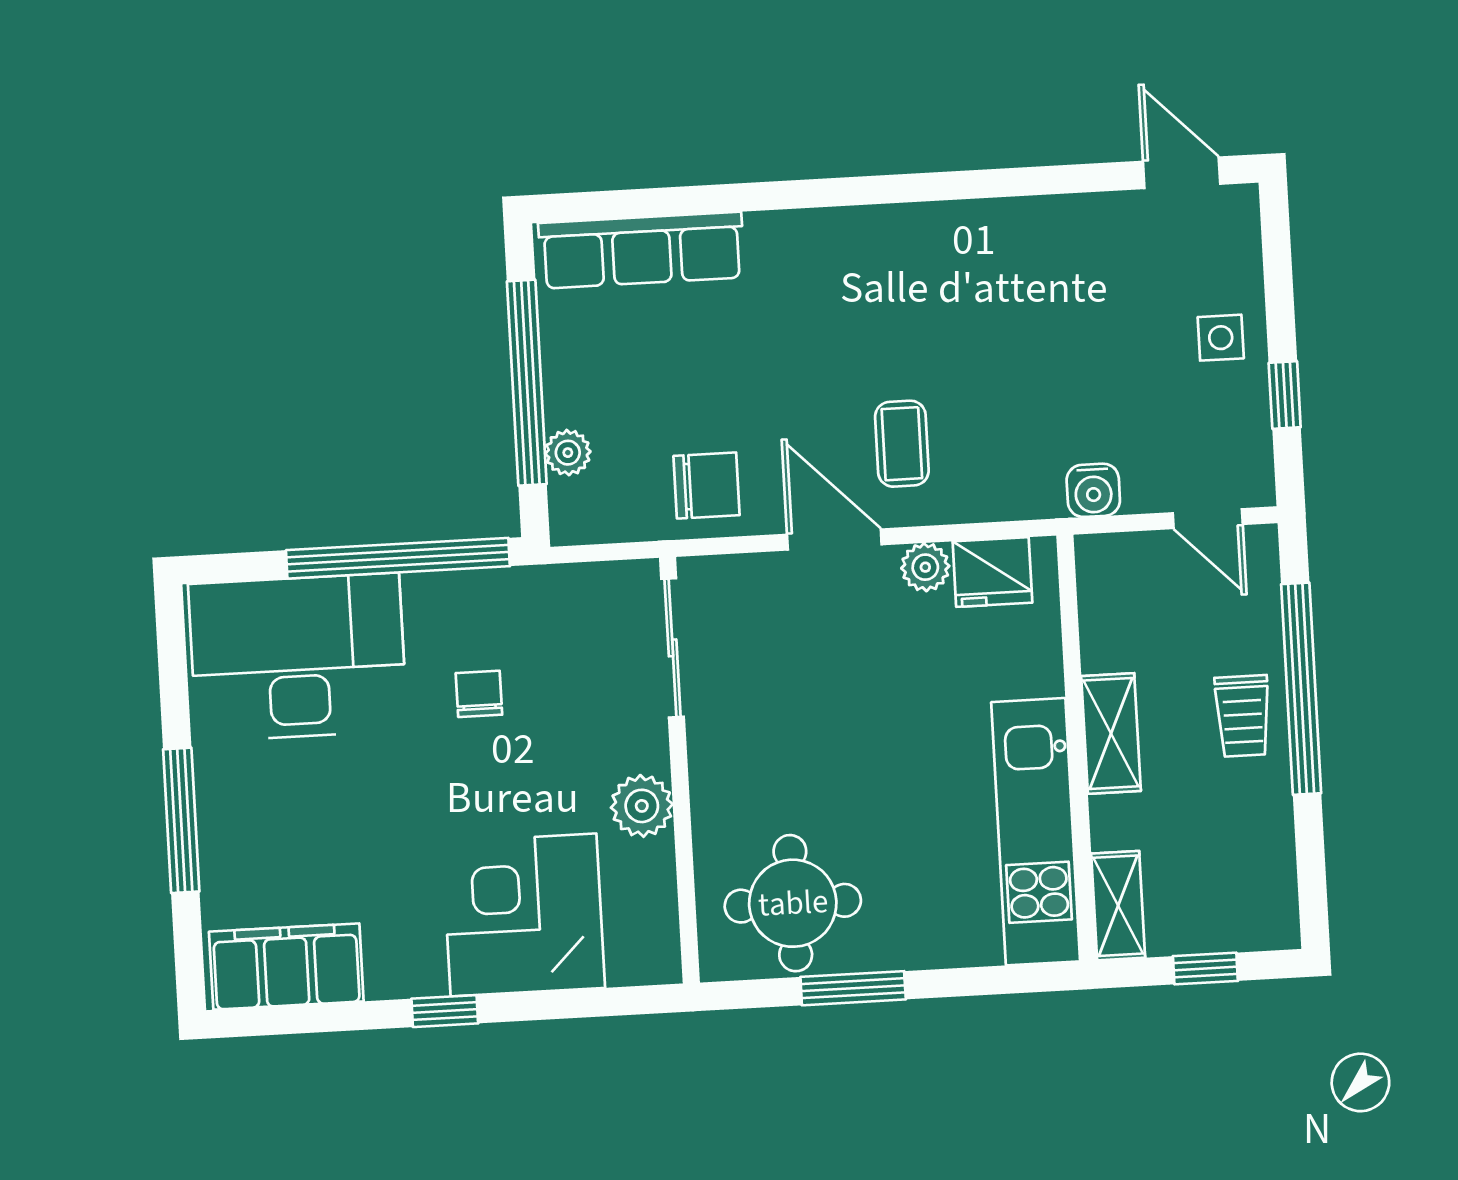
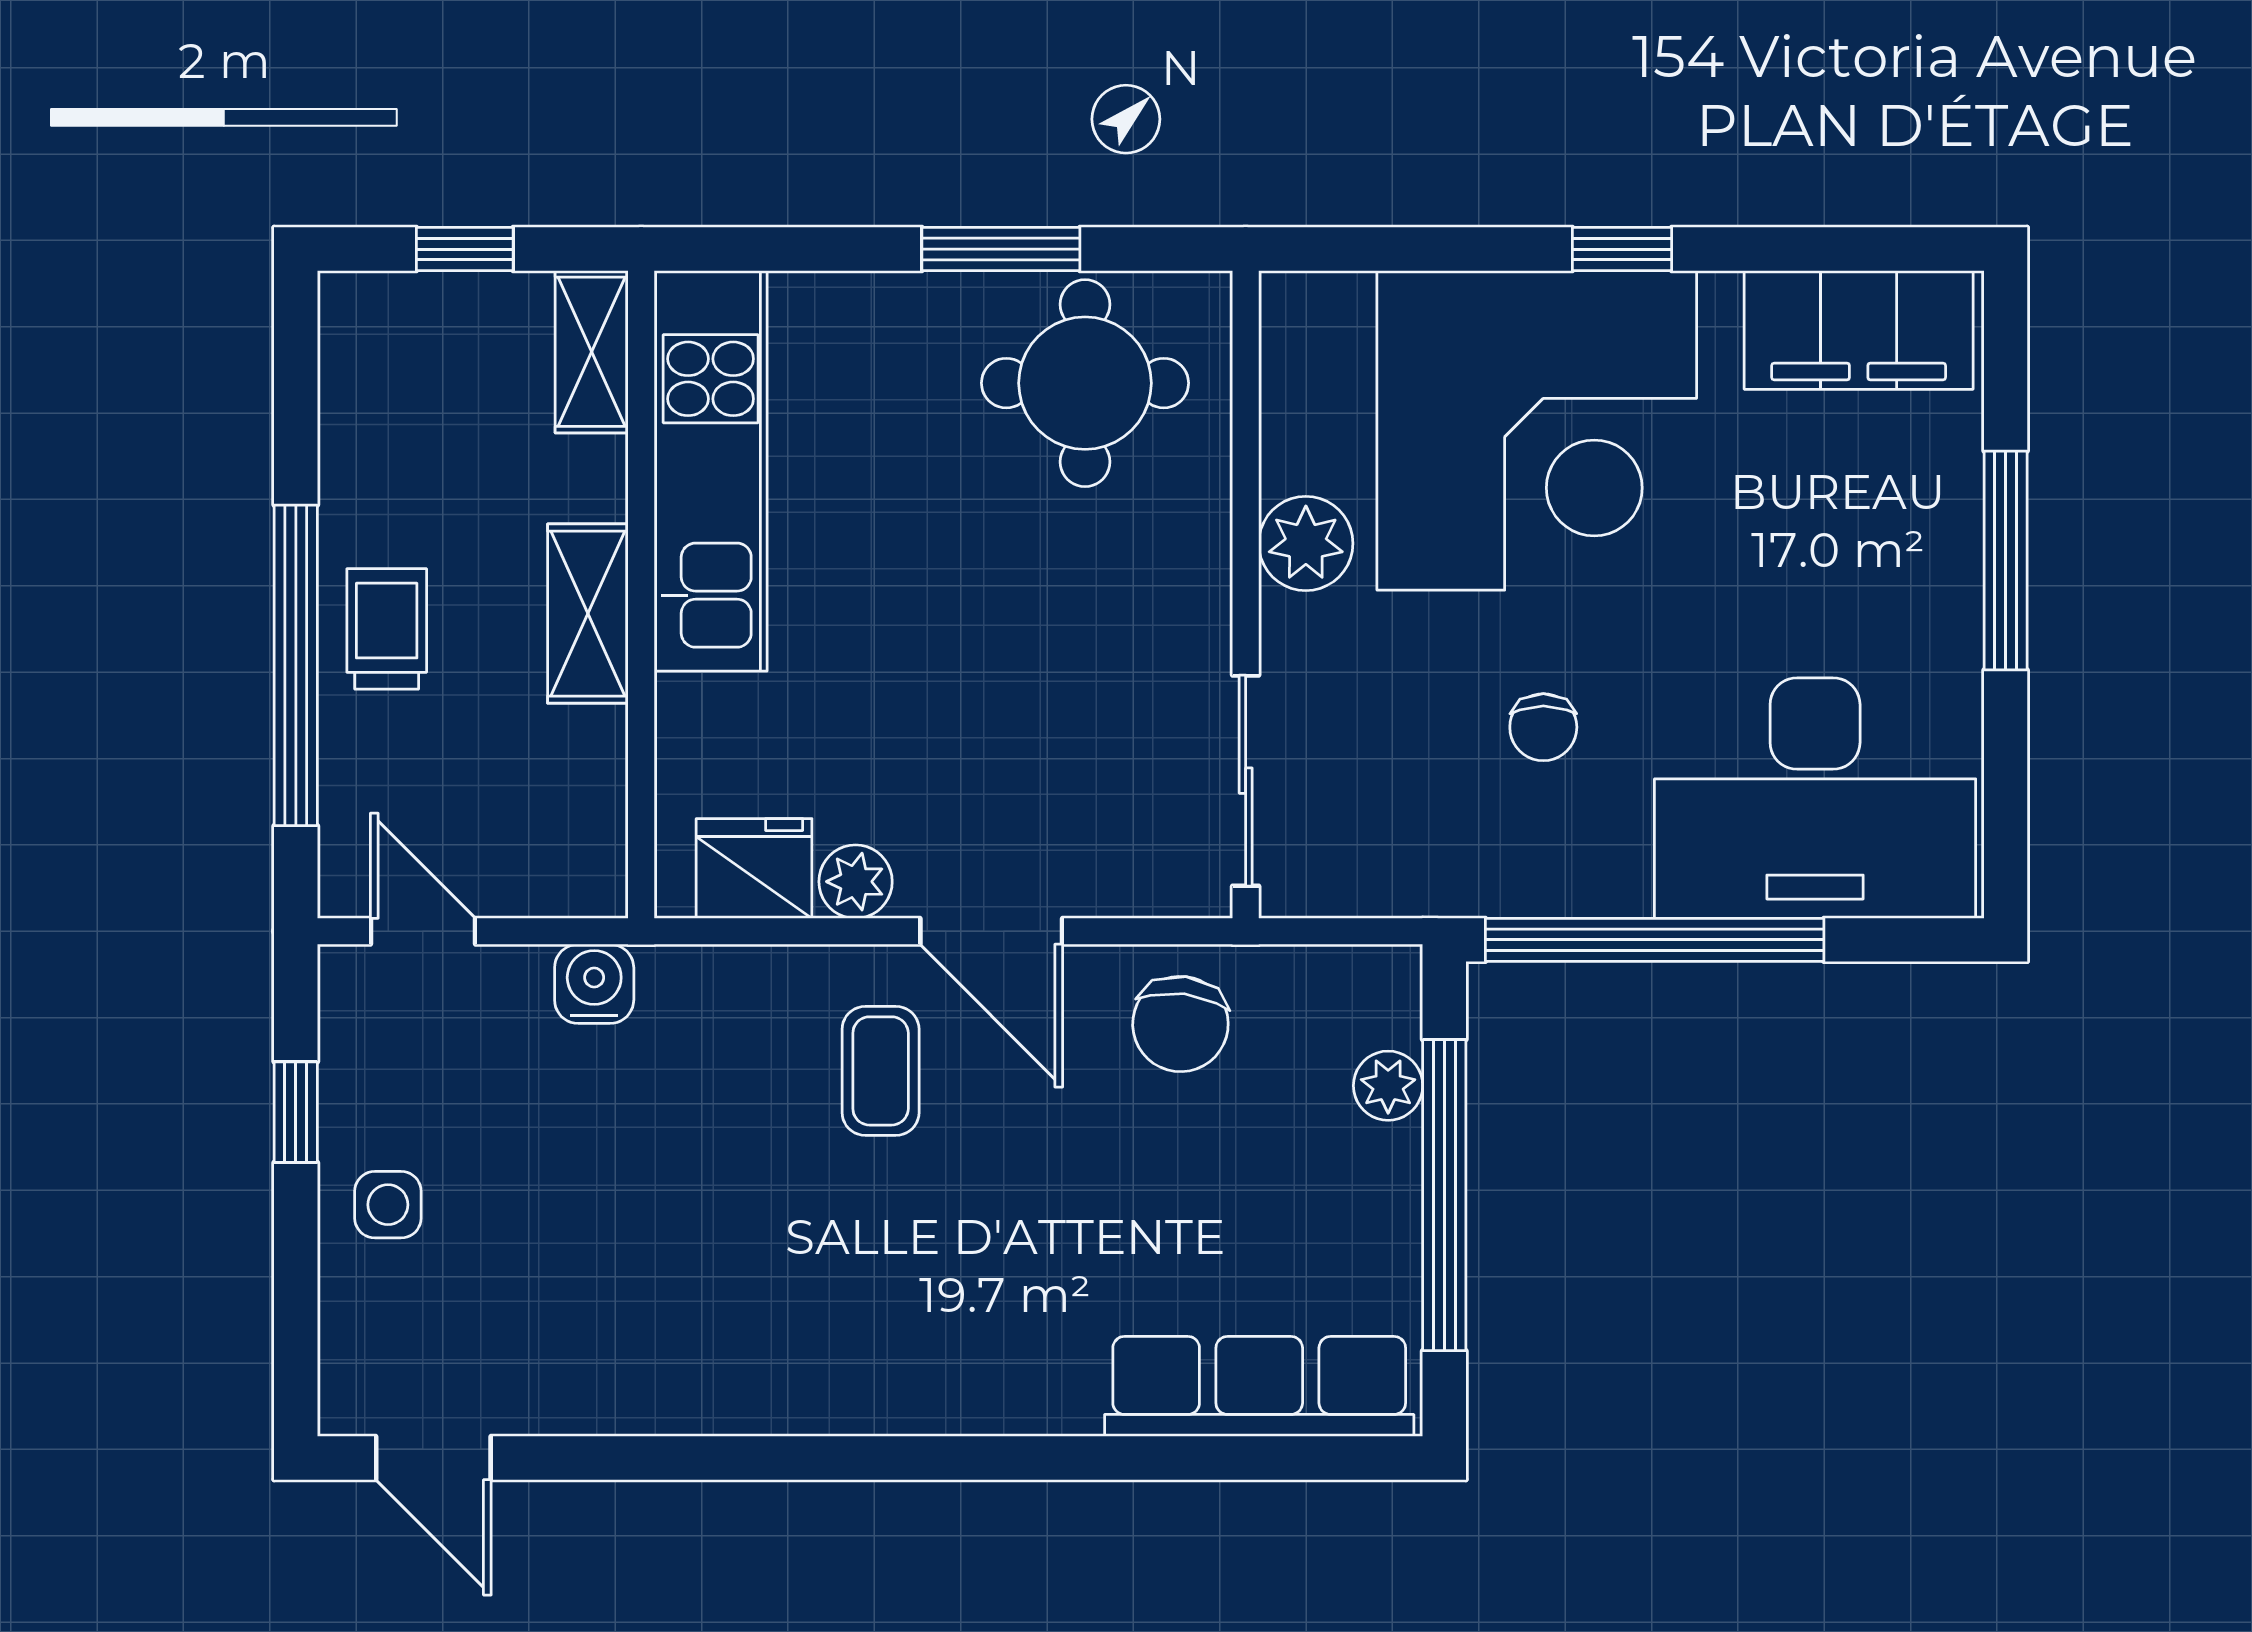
chair: (707, 486) -> (1180, 1024), turned -83
corner desk: (524, 915) -> (1537, 430), width x1.36, depth x1.36

